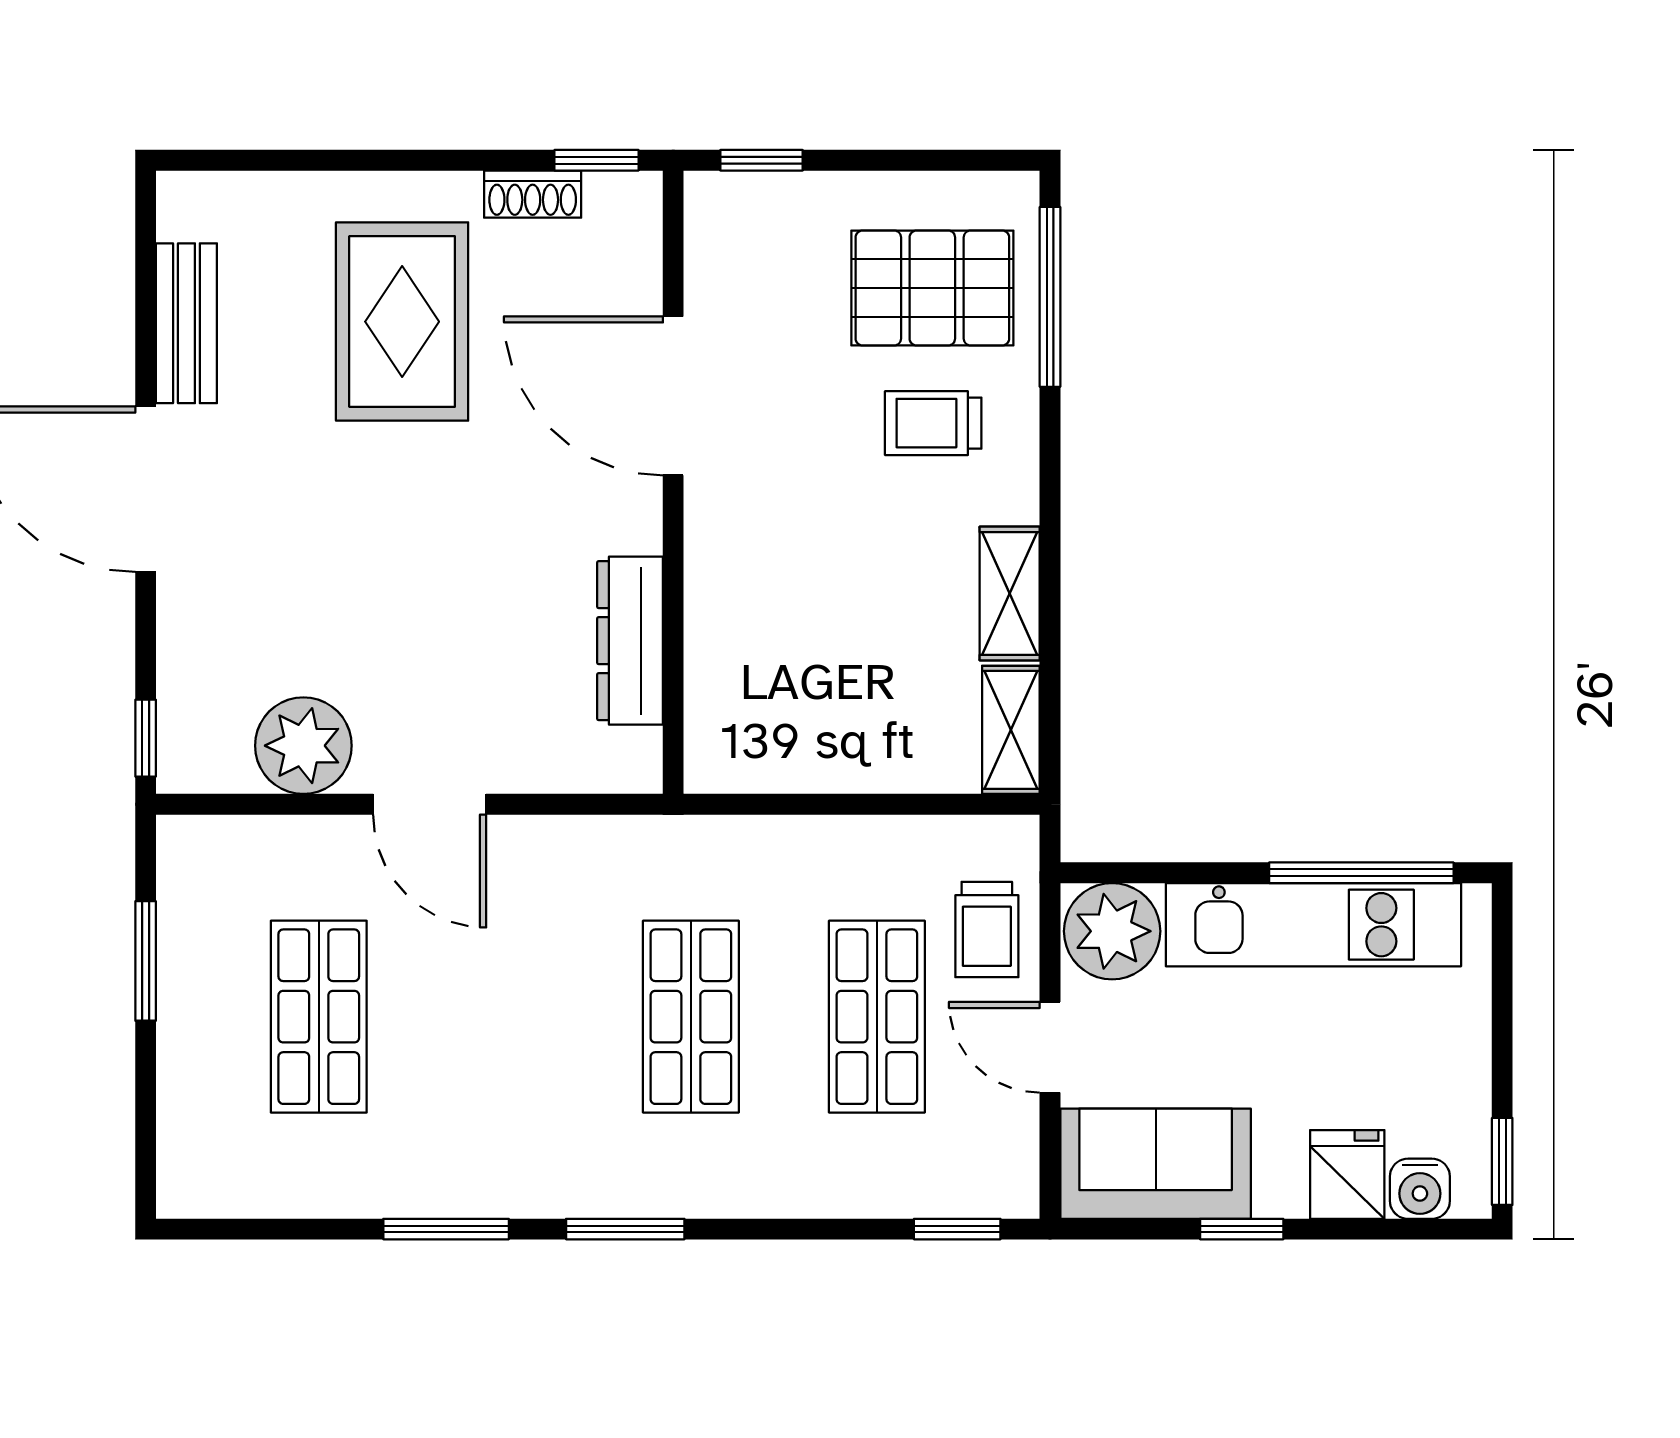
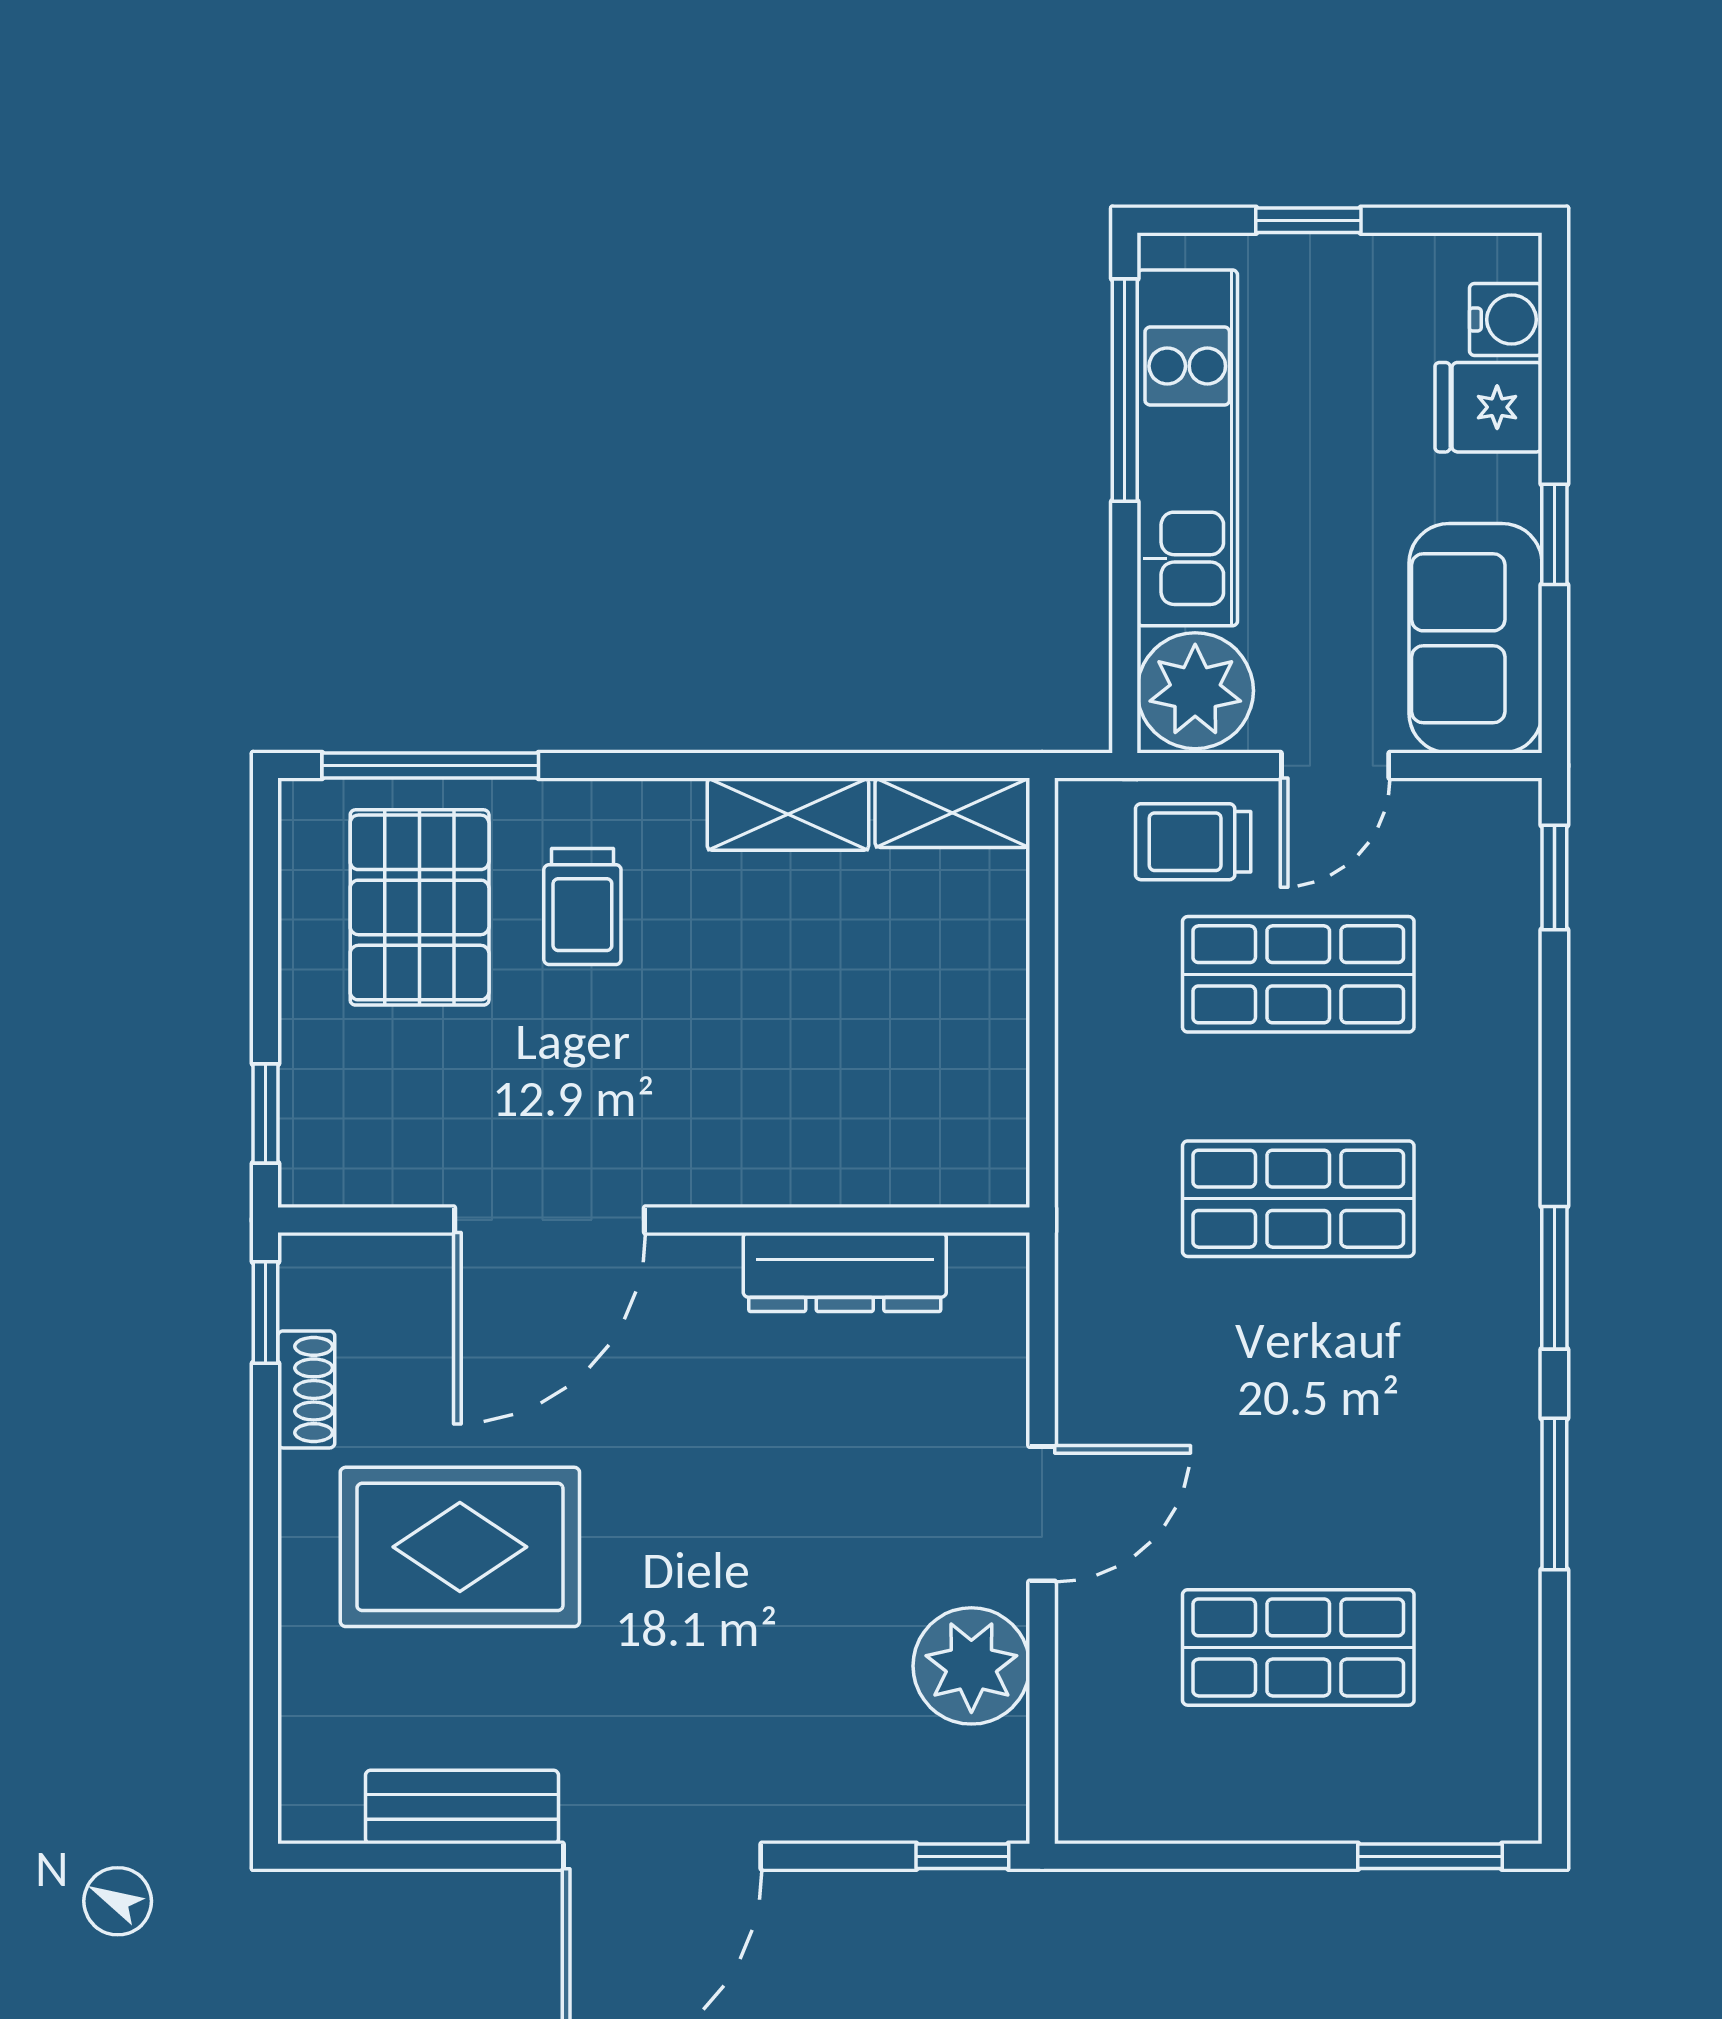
trolley: (987, 930) -> (1193, 842), turned 180
window: (146, 961) -> (1430, 1856), moved
window: (1502, 1161) -> (1308, 220), moved

